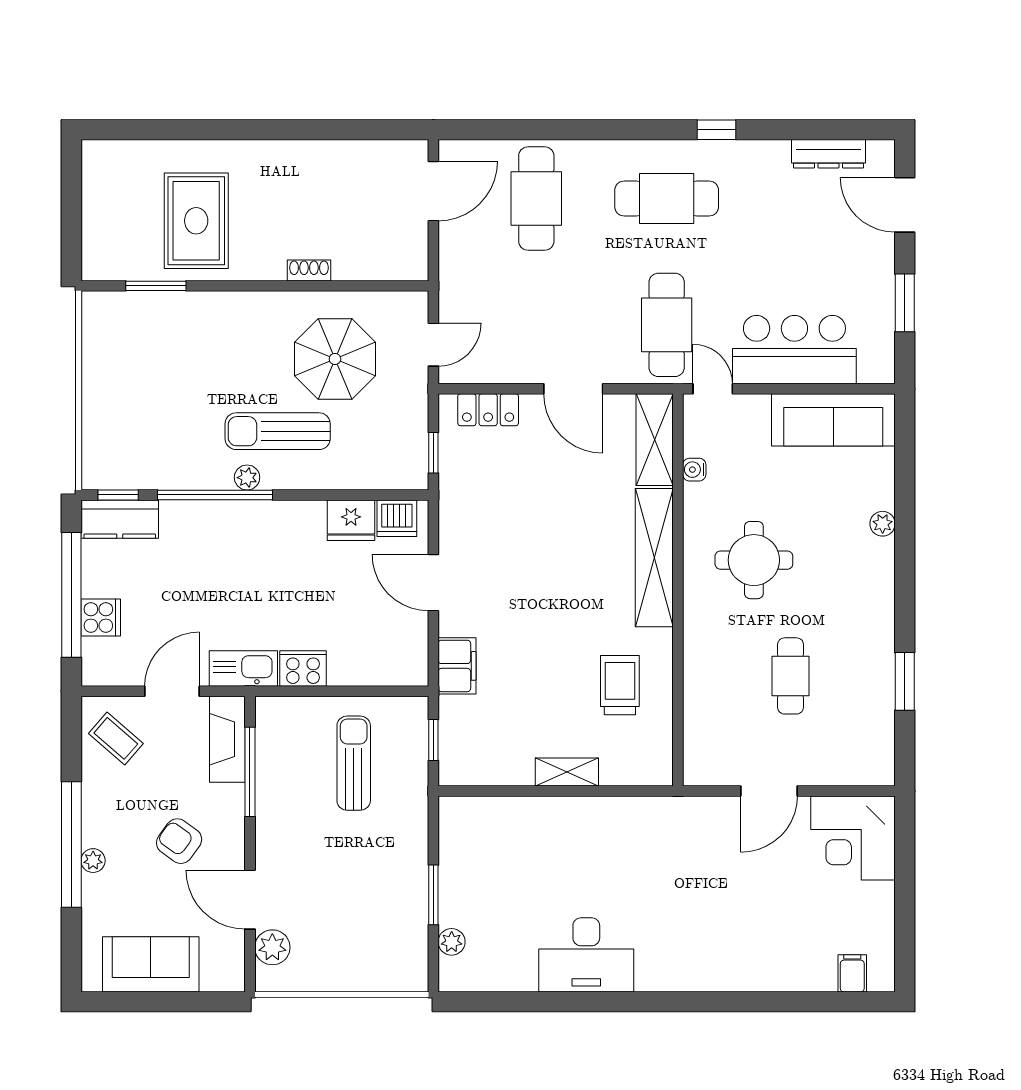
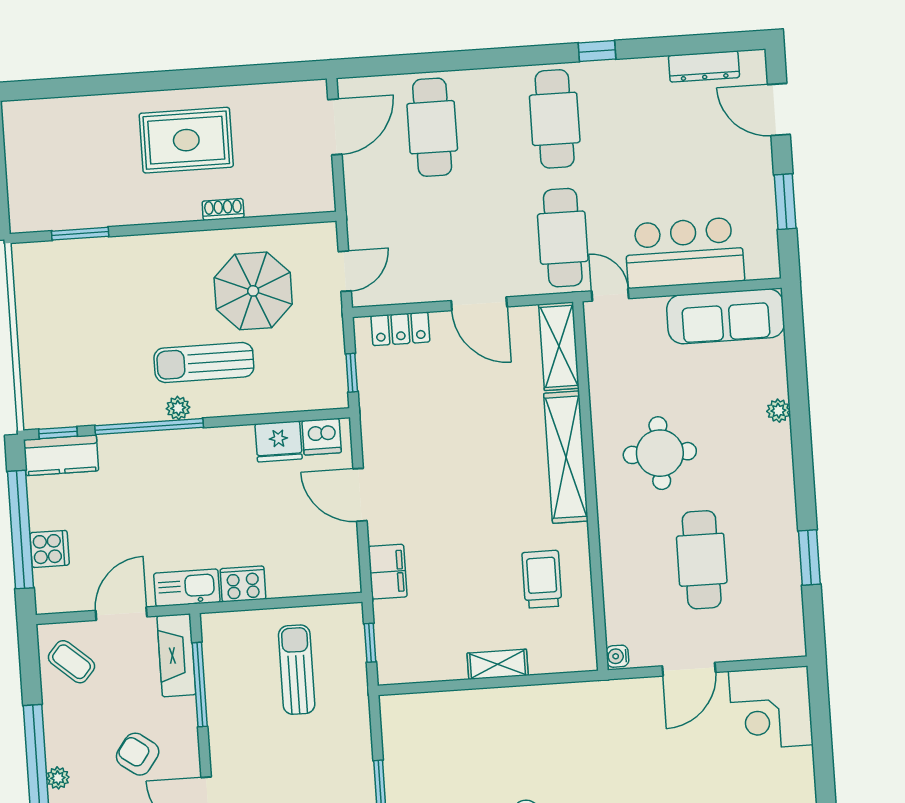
cafe table: (667, 199) -> (555, 119), turned 90
rug: (196, 221) -> (186, 140), moved, turned 90
water cooler: (694, 470) -> (617, 656), moved
cafe table: (791, 676) -> (702, 560), width x1.37, depth x1.35

